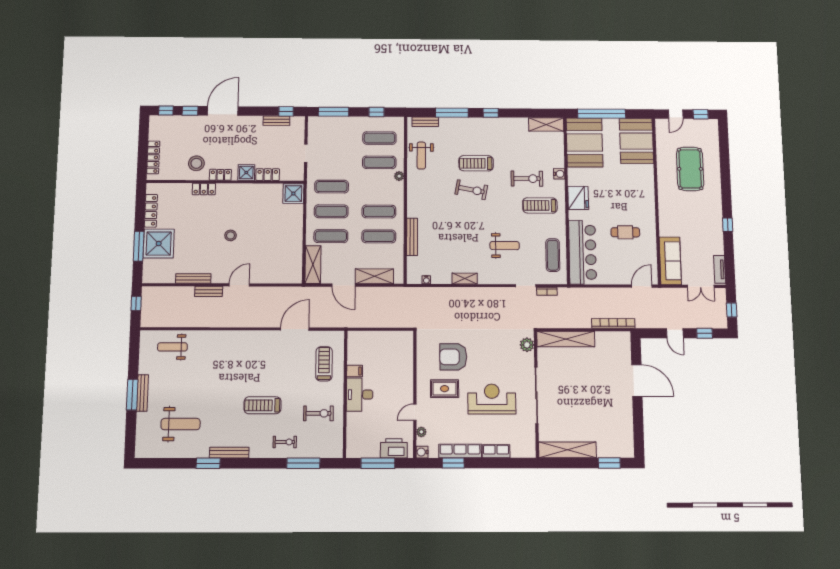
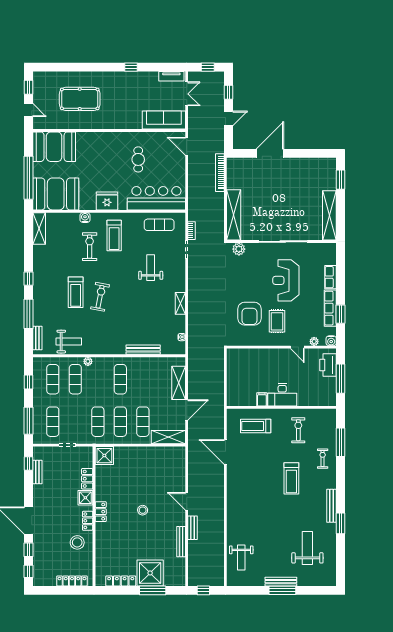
locker: (204, 189) -> (101, 512), moved
exercise mat: (379, 236) -> (53, 422), moved

